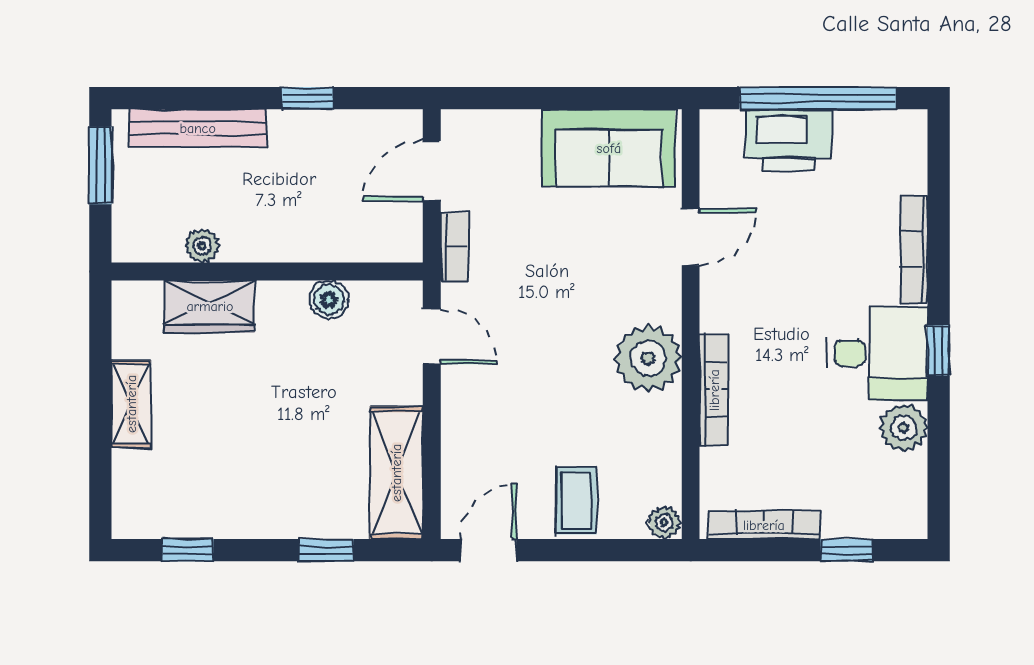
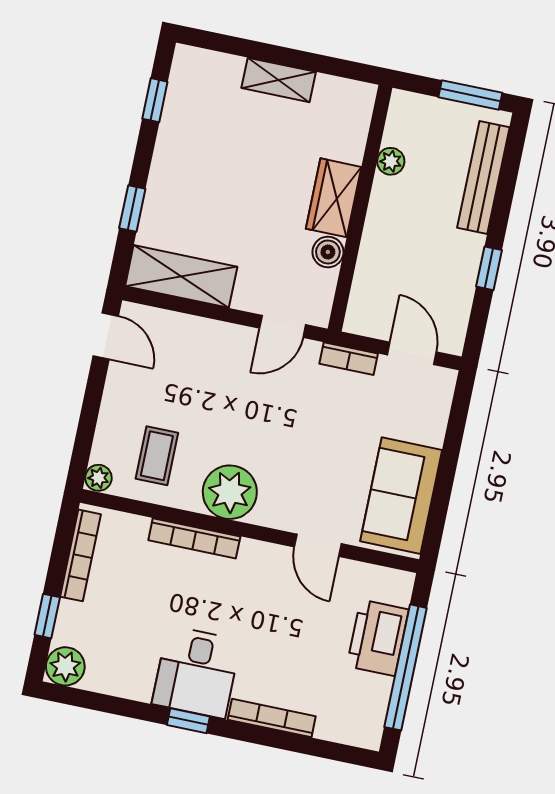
wardrobe: (210, 306) -> (334, 198), moved
plant: (904, 428) -> (65, 666), moved
coffee table: (576, 501) -> (157, 456), moved, turned 90

